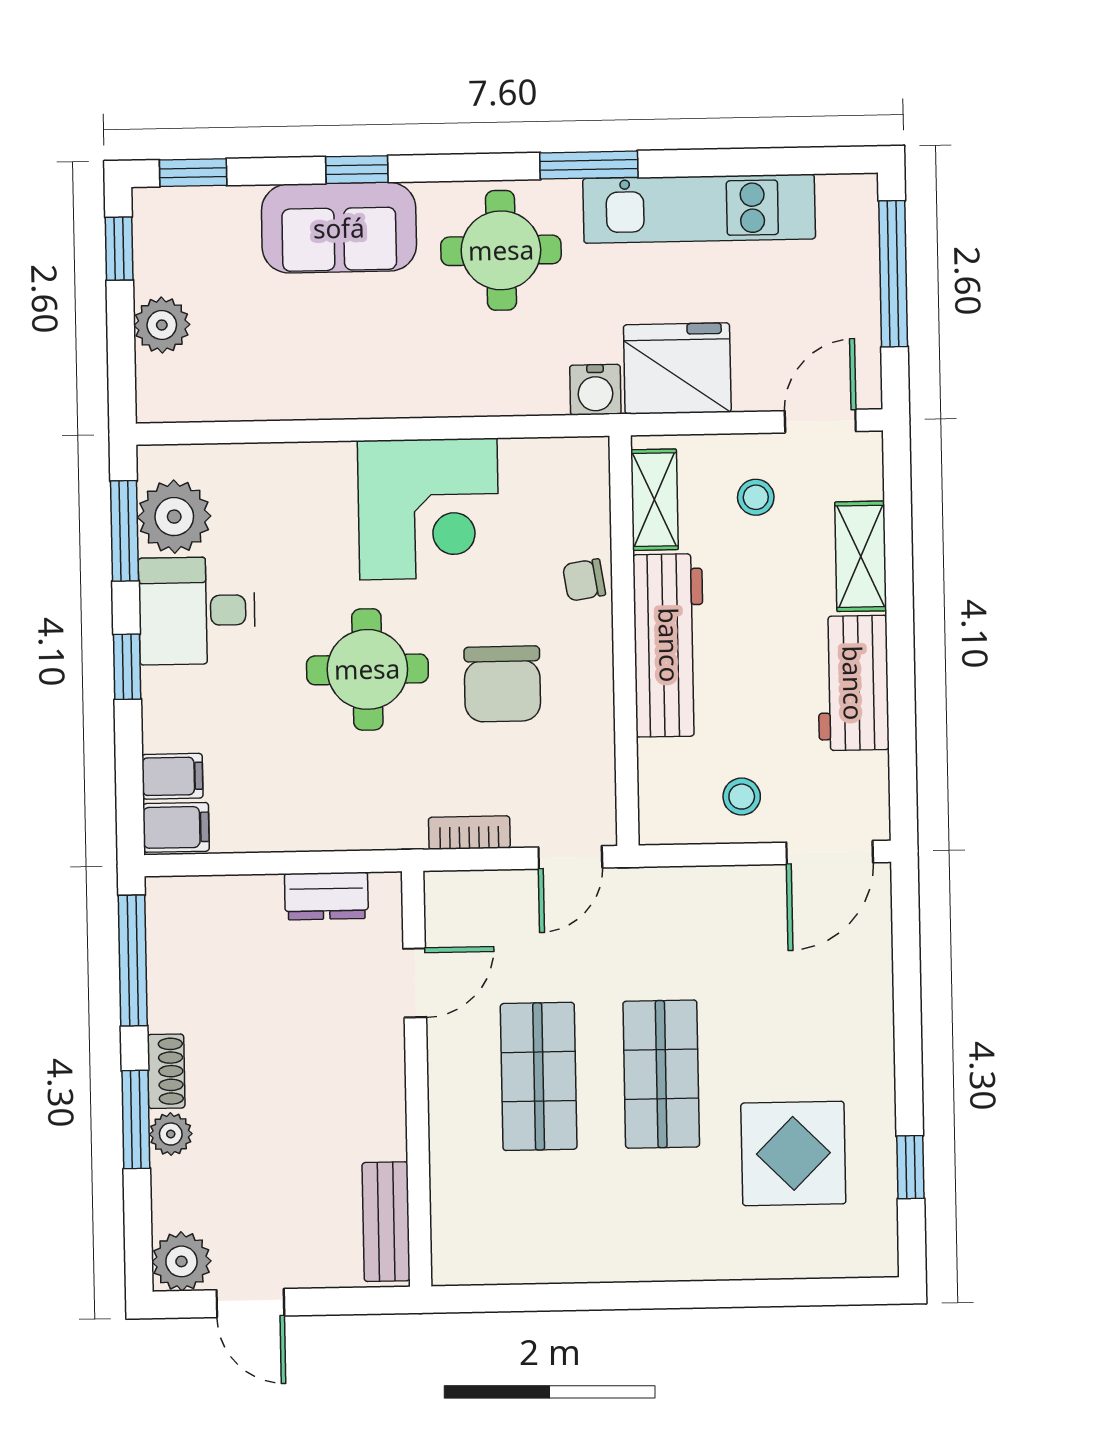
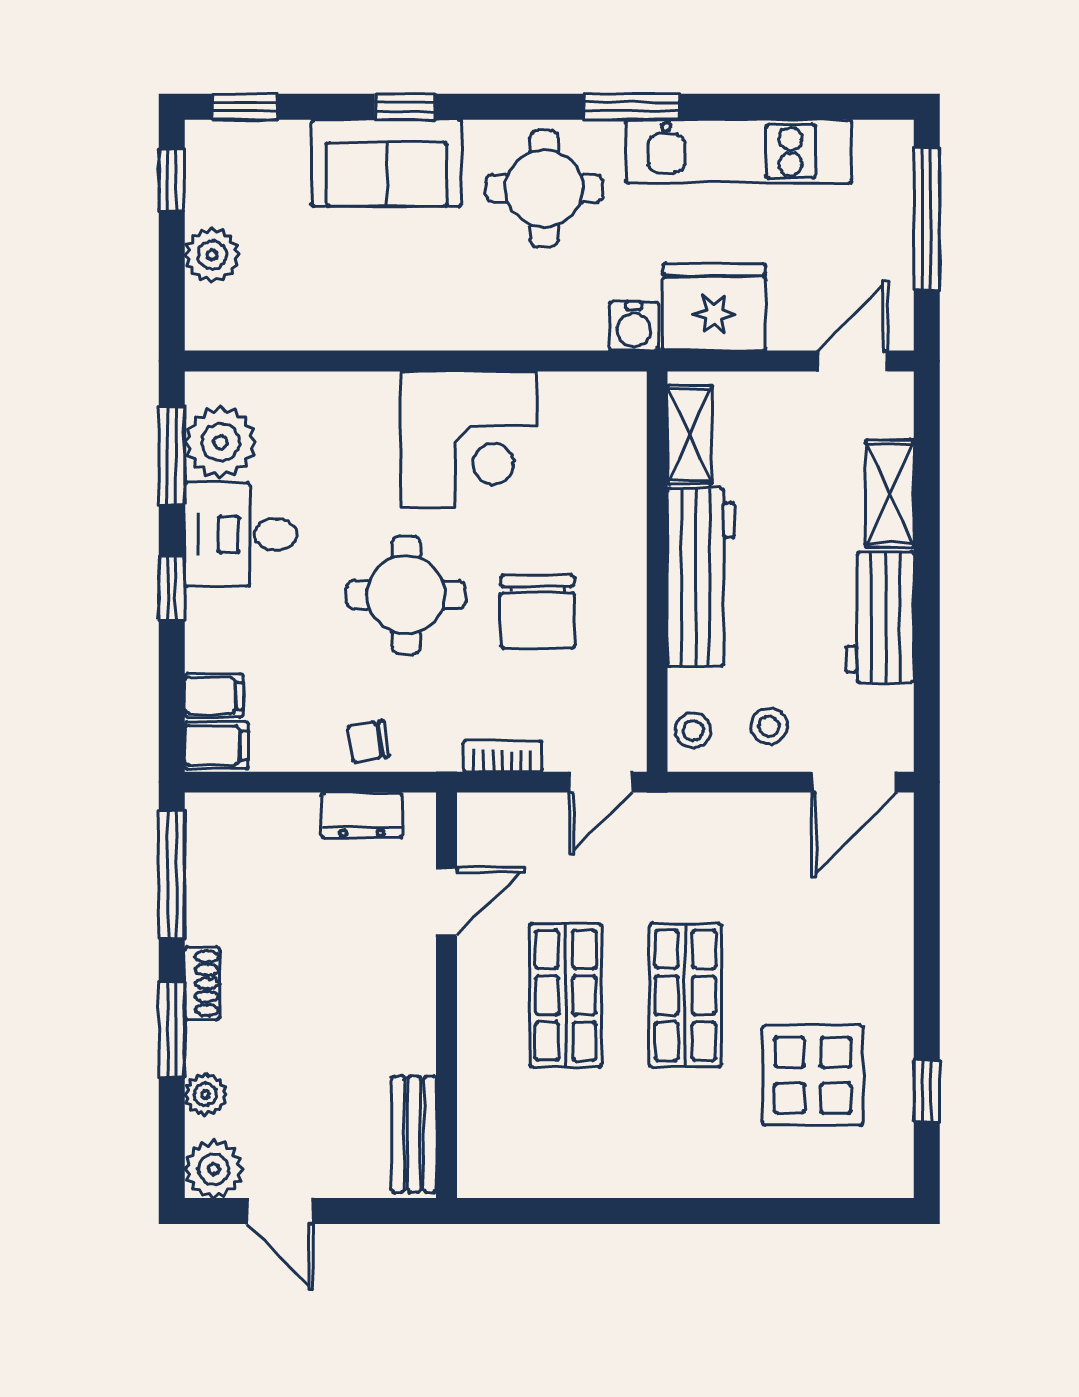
stool: (756, 497) -> (693, 731), moved
chair: (584, 580) -> (369, 741), moved
plant: (171, 1134) -> (206, 1094), moved

